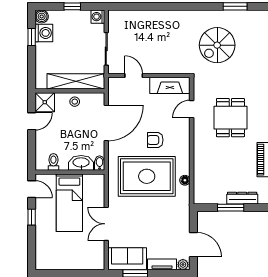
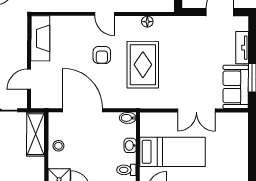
shelving: (76, 81) -> (36, 134), width x0.68
door: (192, 109) -> (105, 14), moved
washbasin: (81, 163) -> (130, 145), width x0.52, depth x0.69
rug: (147, 176) -> (143, 65), width x0.73, depth x0.69
plant: (183, 265) -> (242, 24), removed

